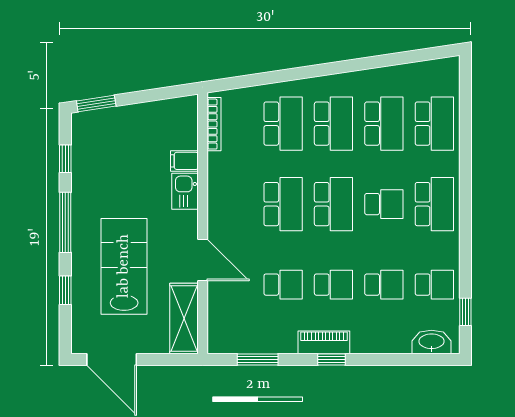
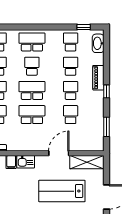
piano: (324, 342) -> (98, 78), moved

